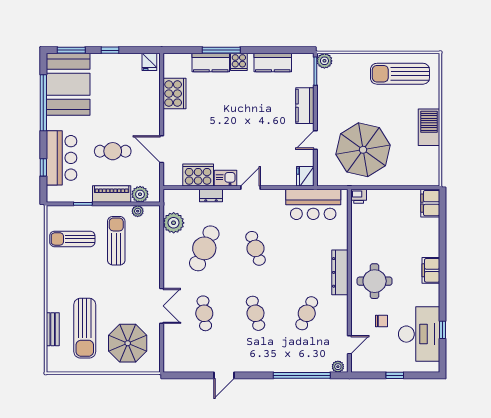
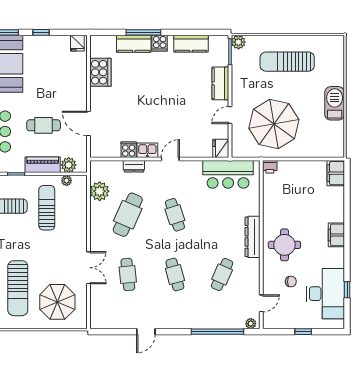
sun lounger: (400, 74) -> (287, 62), moved
cooker: (198, 175) -> (129, 150), width x0.53, depth x0.76

